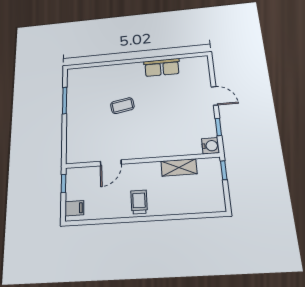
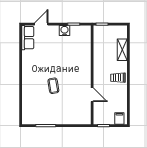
row of seats: (162, 67) -> (28, 38), moved
door: (215, 96) -> (41, 24), moved
water cooler: (210, 146) -> (65, 31), moved
shelving: (179, 167) -> (122, 50), moved

